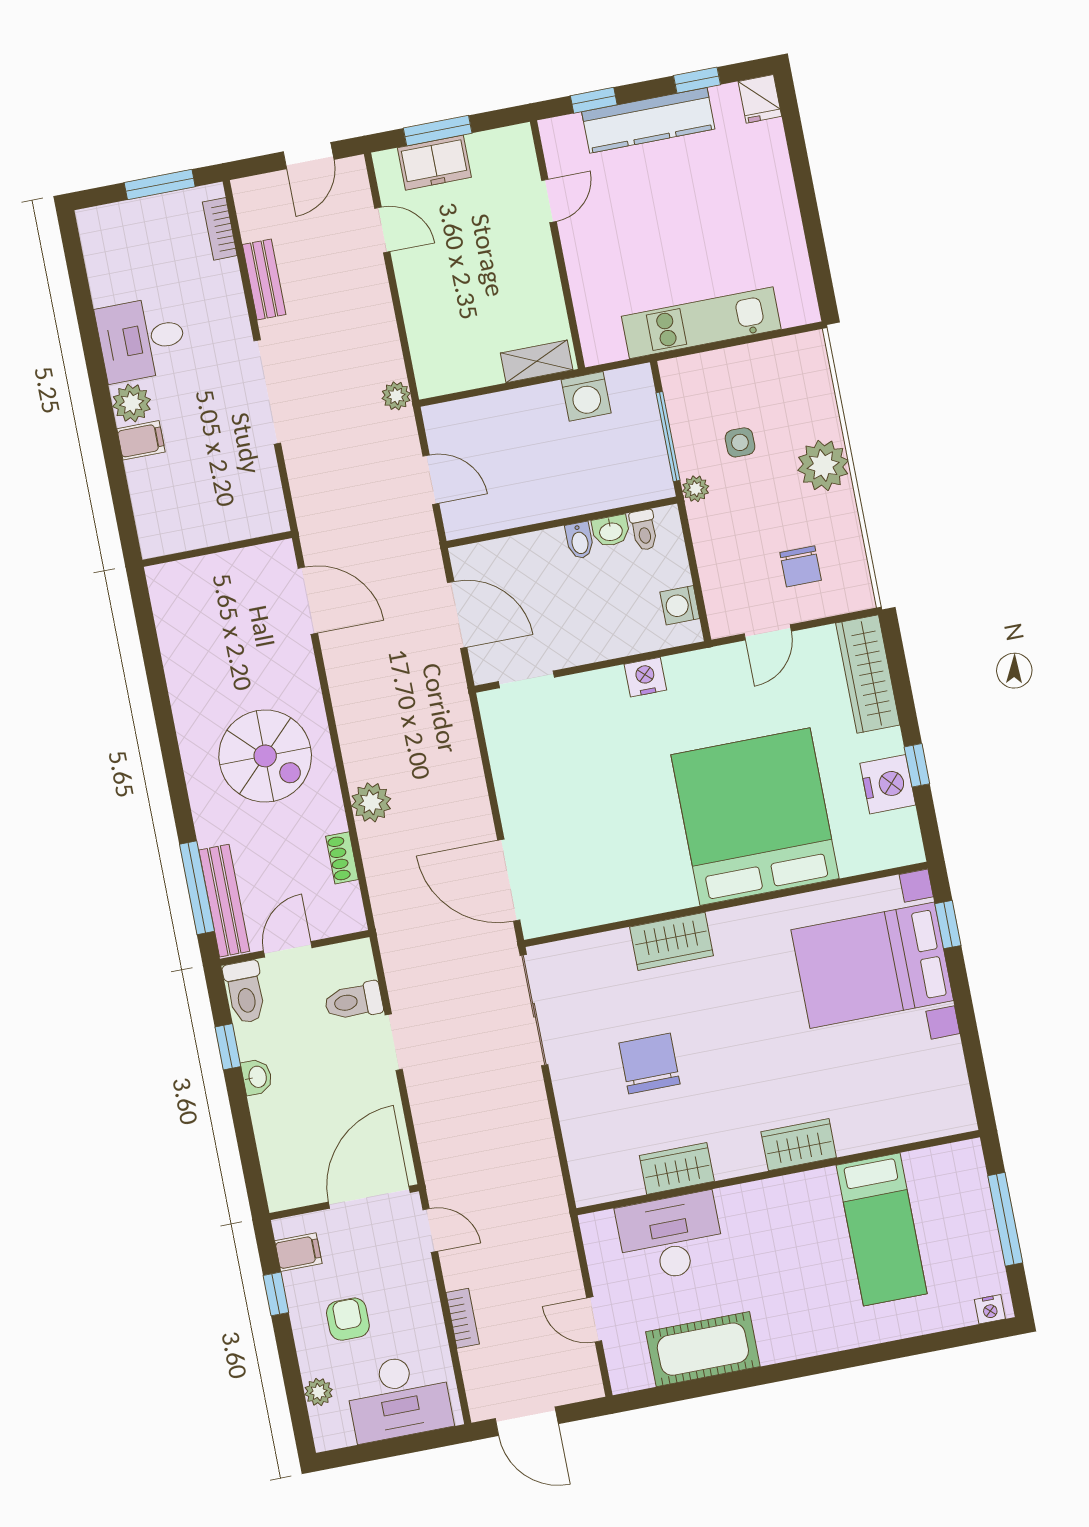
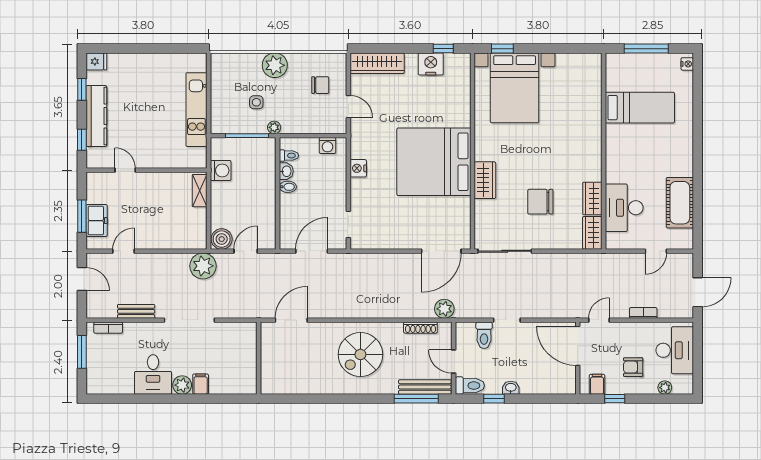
plant: (396, 396) -> (203, 266), width x1.87, depth x1.87
boiler: (446, 426) -> (222, 239), added
spiral stairs: (265, 756) -> (360, 354), turned 180
window: (917, 765) -> (443, 49), moved
plant: (371, 802) -> (444, 309), moved
bed: (755, 817) -> (434, 162), moved
shoe rack: (342, 858) -> (420, 328), width x1.43
wardrobe: (799, 1145) -> (592, 233), moved

